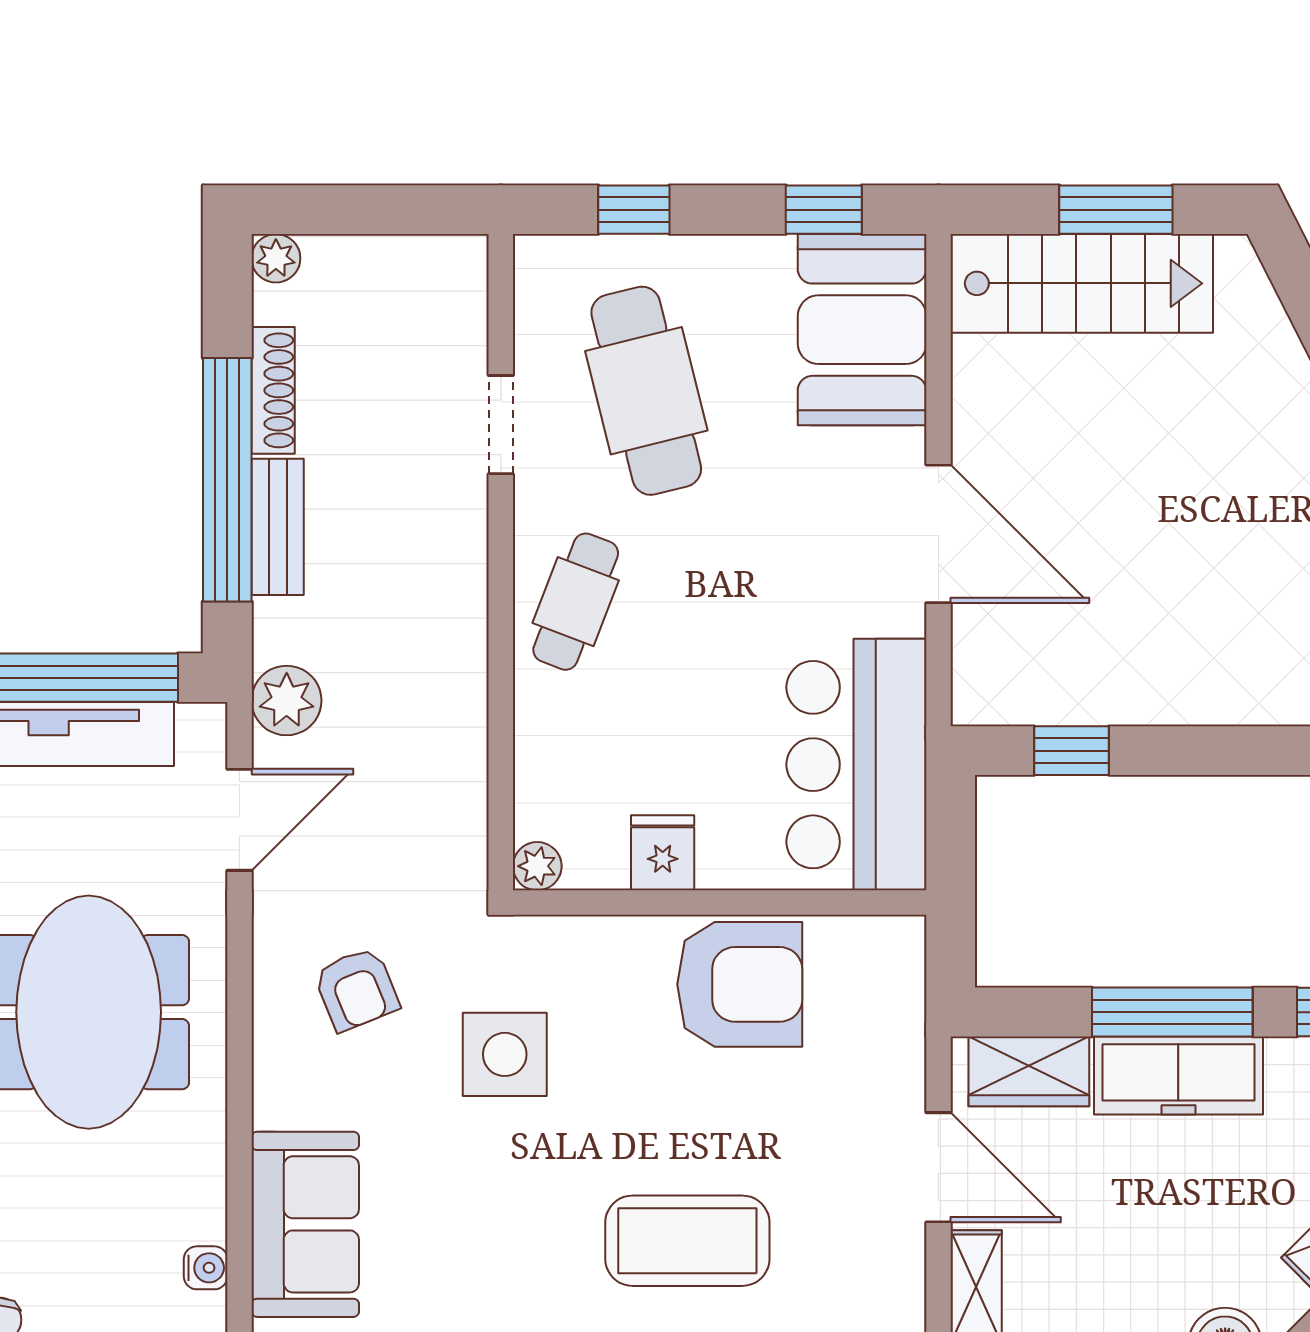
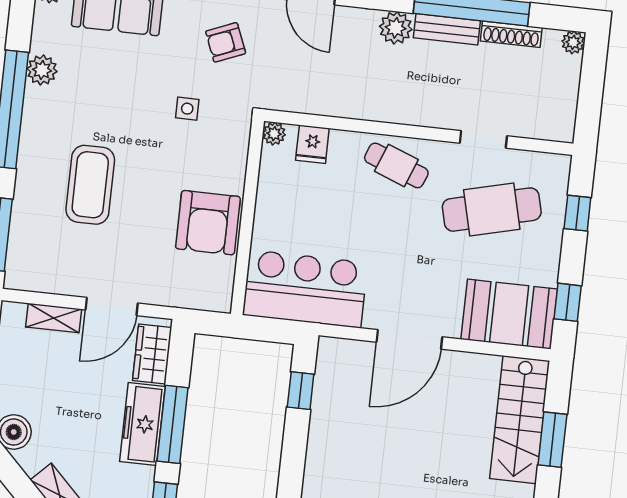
plant: (287, 701) -> (396, 28), moved
fridge: (663, 853) -> (312, 144), moved, turned 90
side table: (505, 1054) -> (187, 109), width x0.54, depth x0.54

